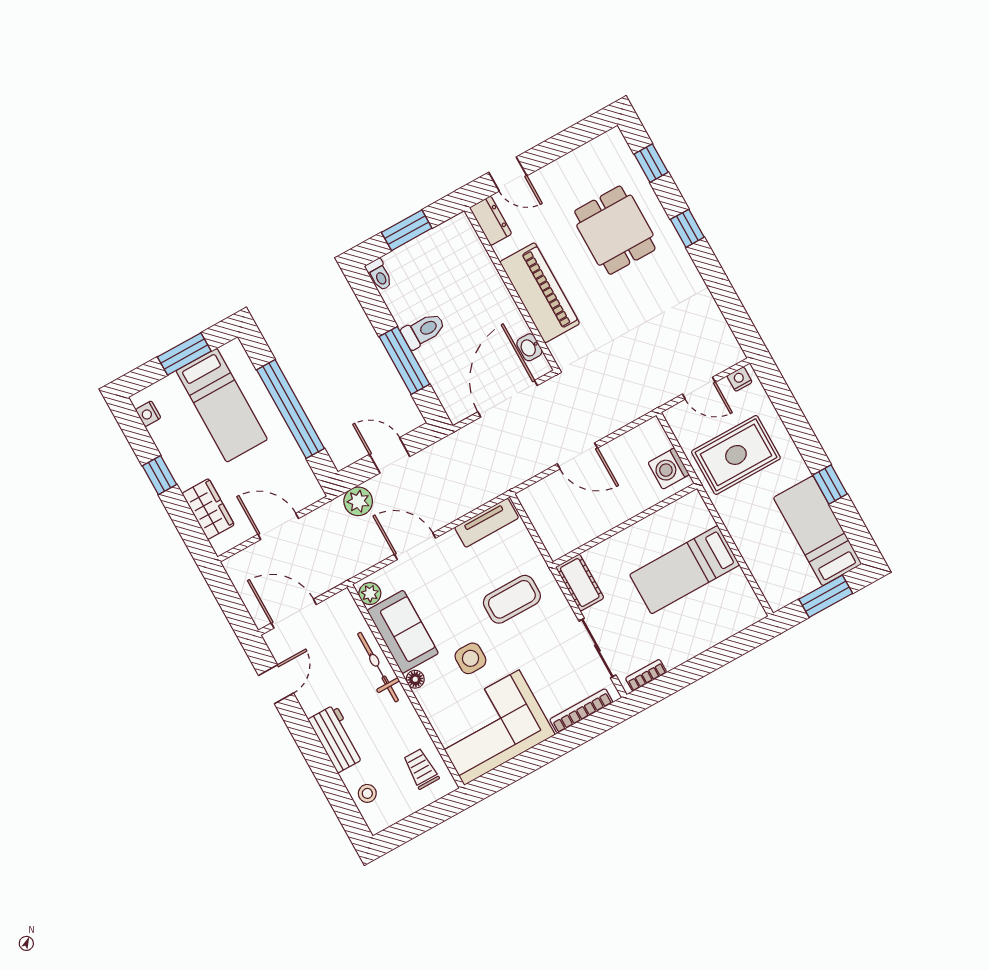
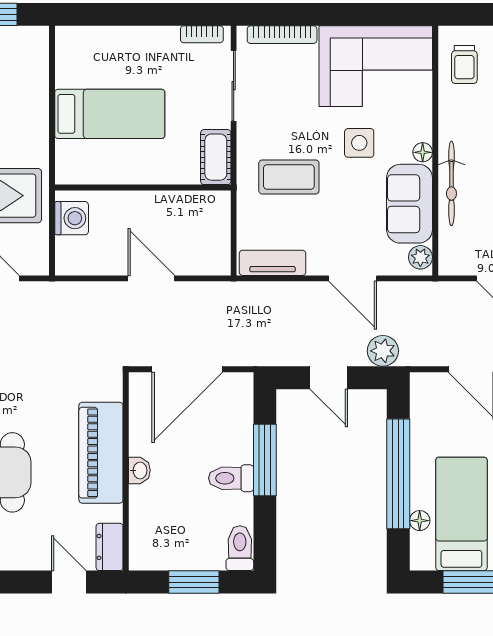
toilet: (379, 275) -> (240, 548), width x1.37, depth x1.39
washbasin: (529, 347) -> (139, 470), moved
floor lamp: (252, 381) -> (420, 521), added

